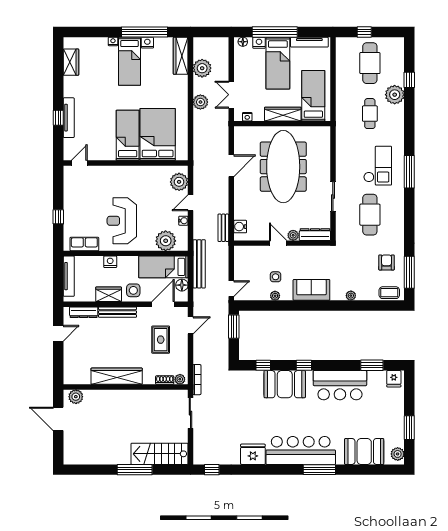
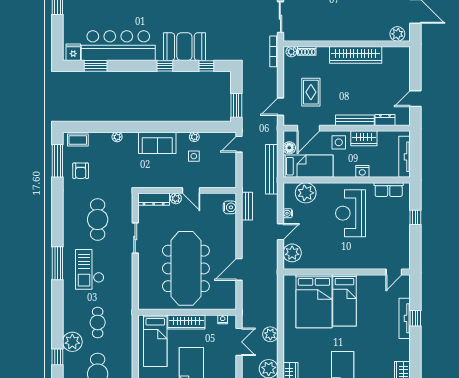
reception desk: (122, 221) -> (350, 213), turned 180
dresser: (84, 312) -> (385, 120), width x0.70
bar counter: (340, 385) -> (118, 46), width x1.36

